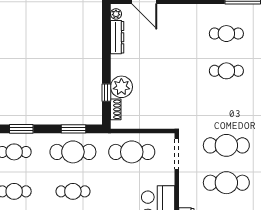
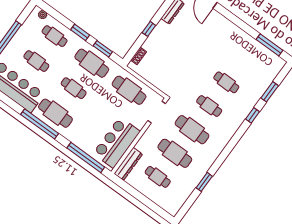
cafe table: (226, 34) -> (209, 106), moved
plant: (121, 87) -> (152, 44), removed
window: (106, 93) -> (149, 29), moved
window: (21, 129) -> (80, 32), moved

